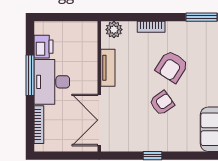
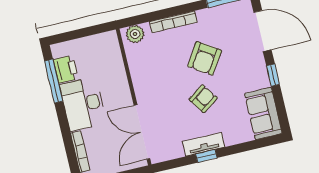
bookcase: (151, 27) -> (173, 22), width x1.56
tv unit: (108, 68) -> (204, 144), moved, turned -90
window: (30, 75) -> (54, 81), moved

